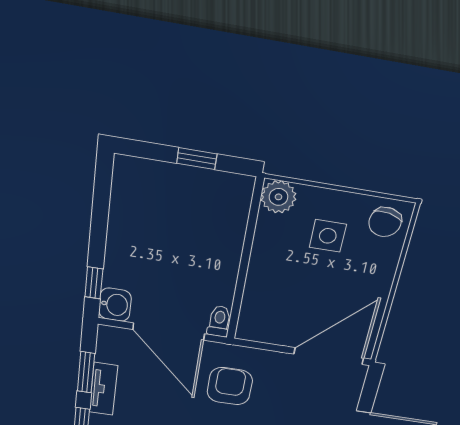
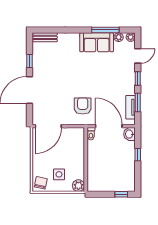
window: (197, 159) -> (121, 194), moved
window: (94, 283) -> (138, 155), moved
armchair: (230, 386) -> (83, 106), turned 180
tv unit: (103, 389) -> (130, 107), moved

